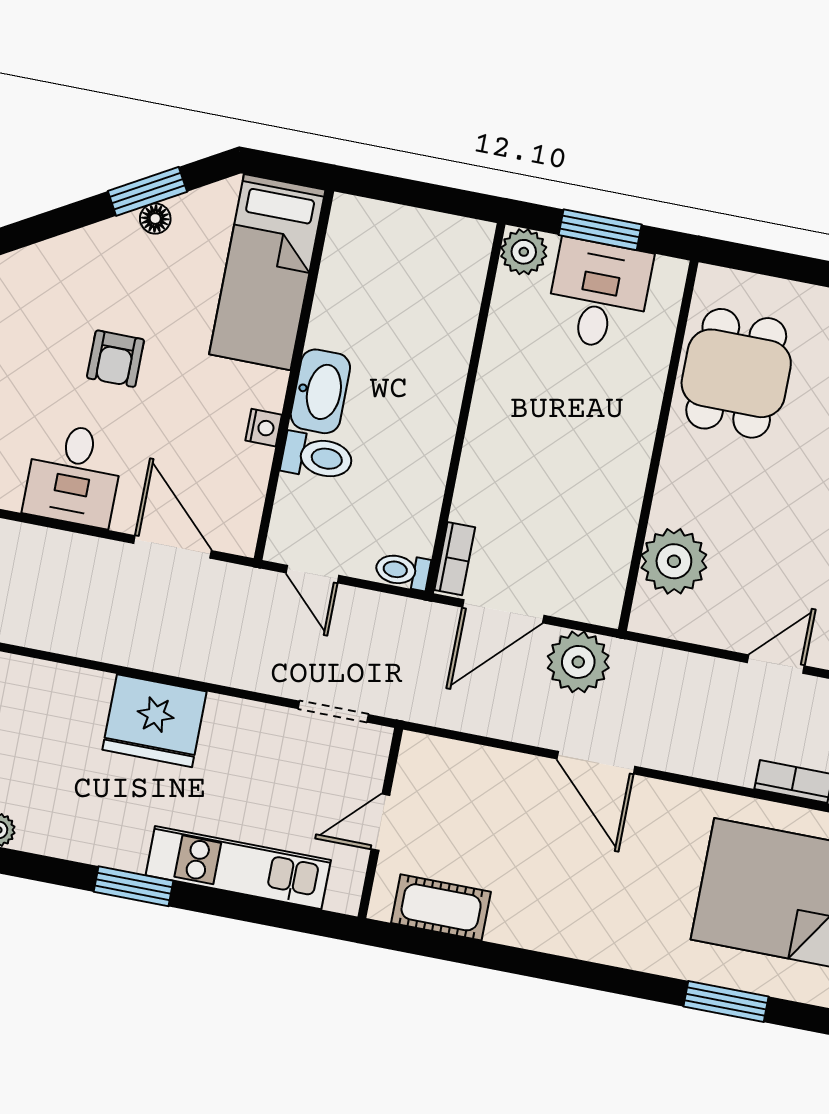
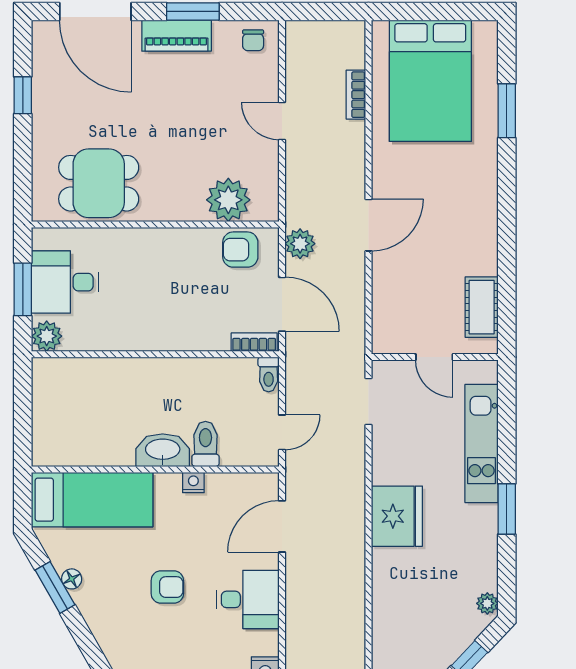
armchair: (597, 565) -> (240, 250), added
plant: (578, 662) -> (300, 244), width x0.73, depth x0.73

